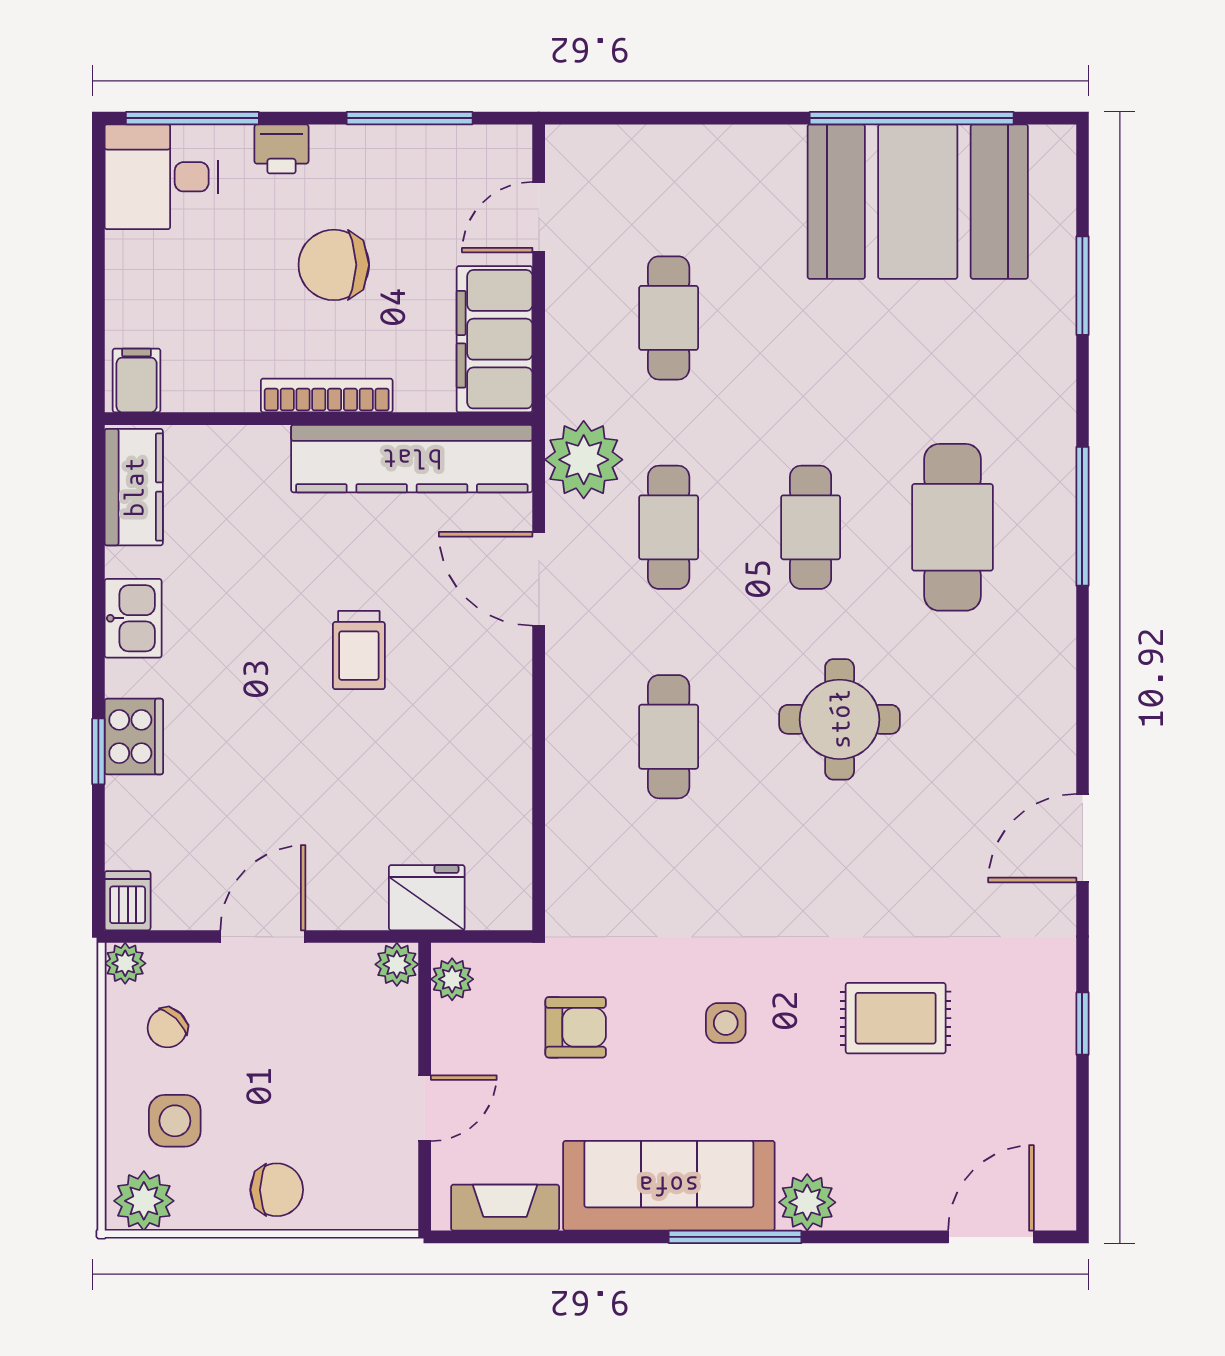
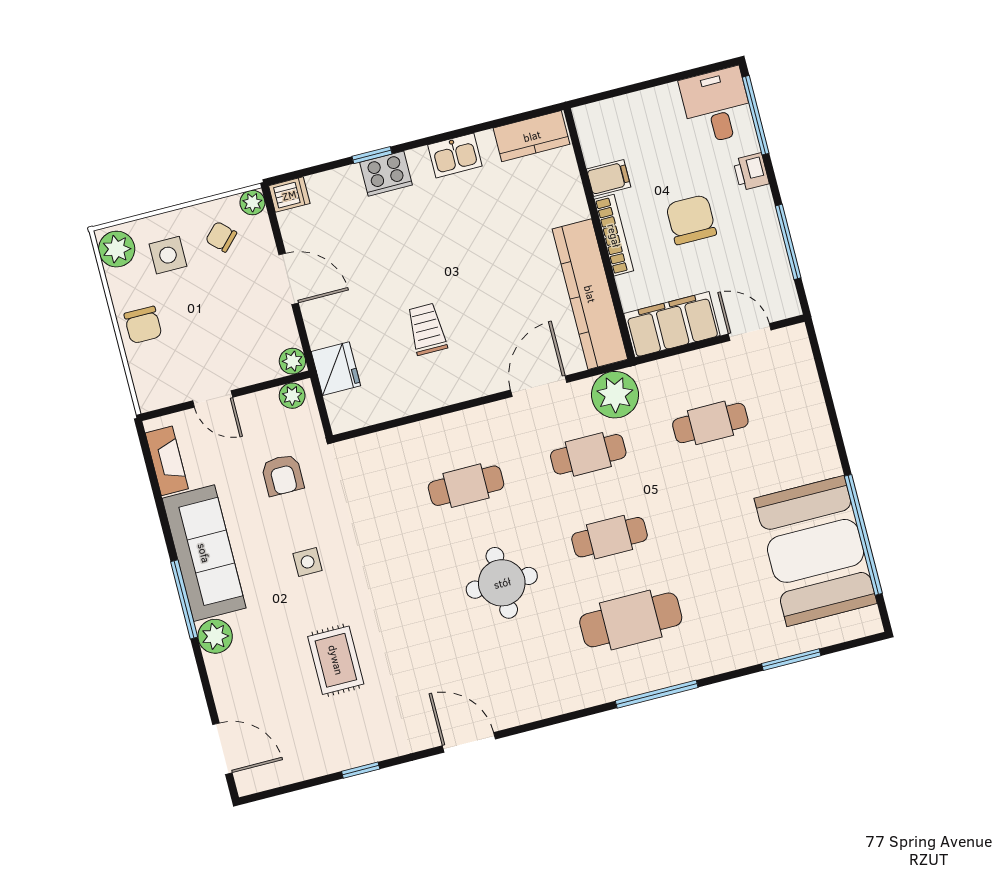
filing cabinet: (137, 380) -> (609, 178), moved
trolley: (359, 650) -> (427, 329), moved, turned 90

